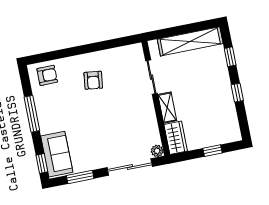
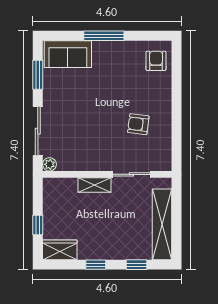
armchair: (47, 75) -> (156, 61), turned 180
armchair: (93, 80) -> (138, 124), moved
window: (32, 114) -> (104, 36), moved
wardrobe: (176, 138) -> (60, 250), moved, turned 180
window: (42, 164) -> (61, 36), removed

